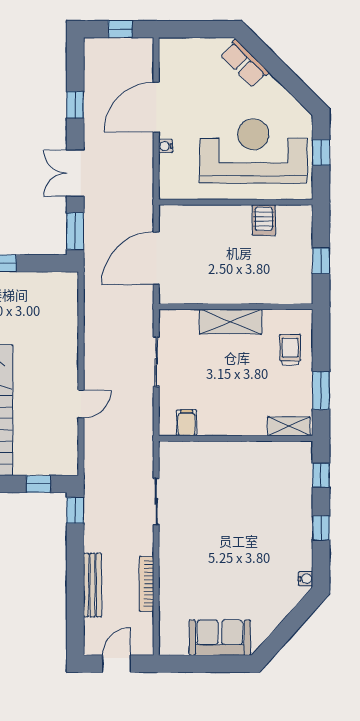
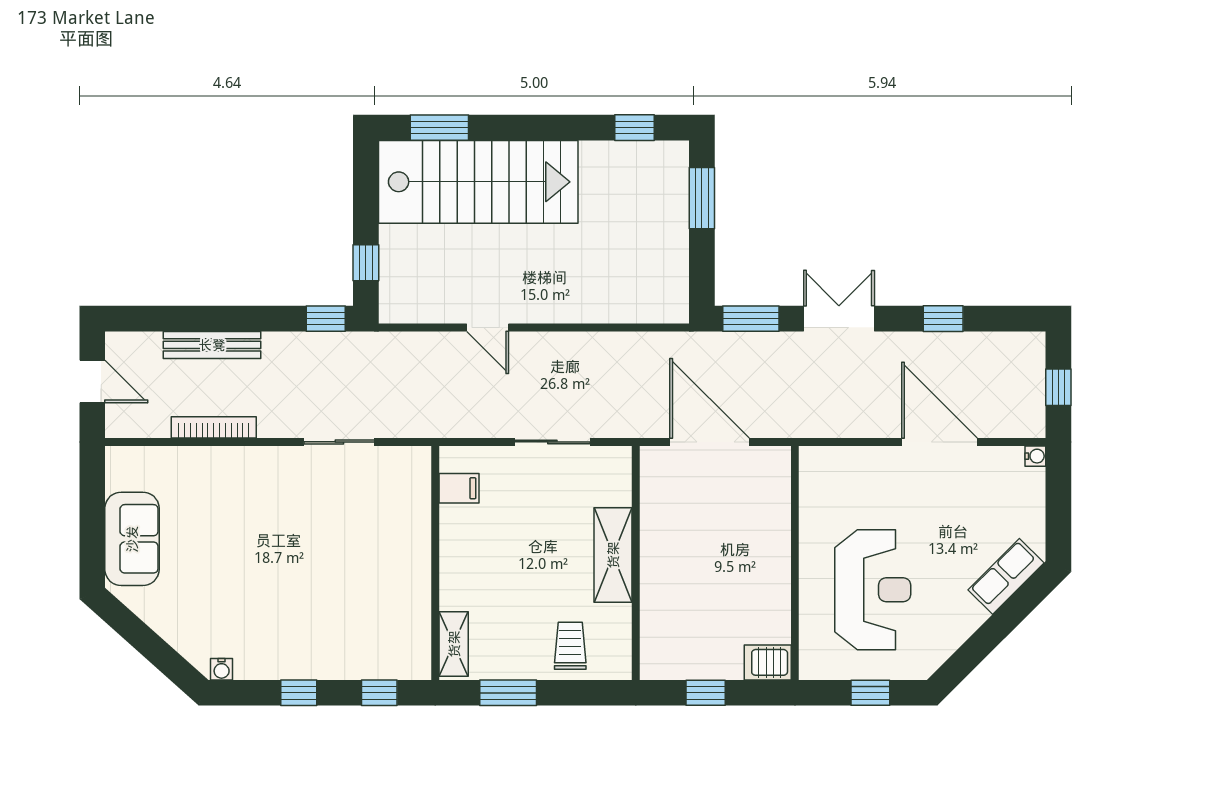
water cooler: (165, 146) -> (1035, 456), moved, turned 90
reception desk: (253, 151) -> (873, 590), width x0.74, depth x0.77
server rack: (264, 220) -> (768, 662), moved
trolley: (290, 350) -> (570, 646), turned -90

